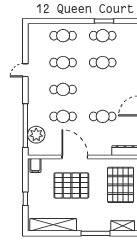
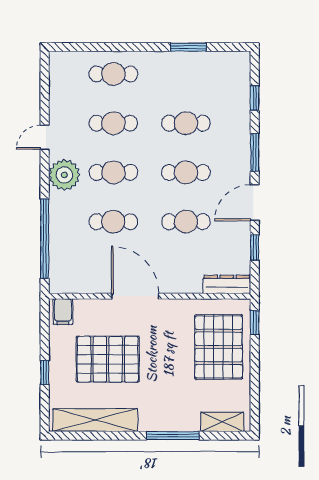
cafe table: (103, 36) -> (186, 172), moved
plant: (36, 135) -> (64, 175), moved
pallet: (71, 185) -> (108, 359), moved

